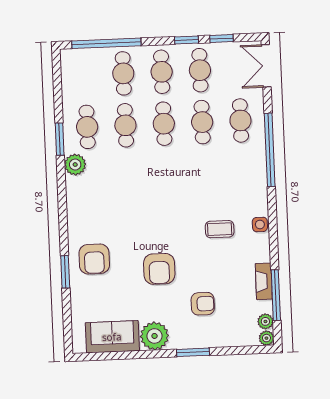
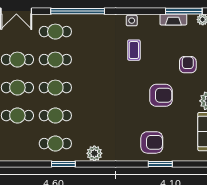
plant: (75, 165) -> (94, 153), moved

